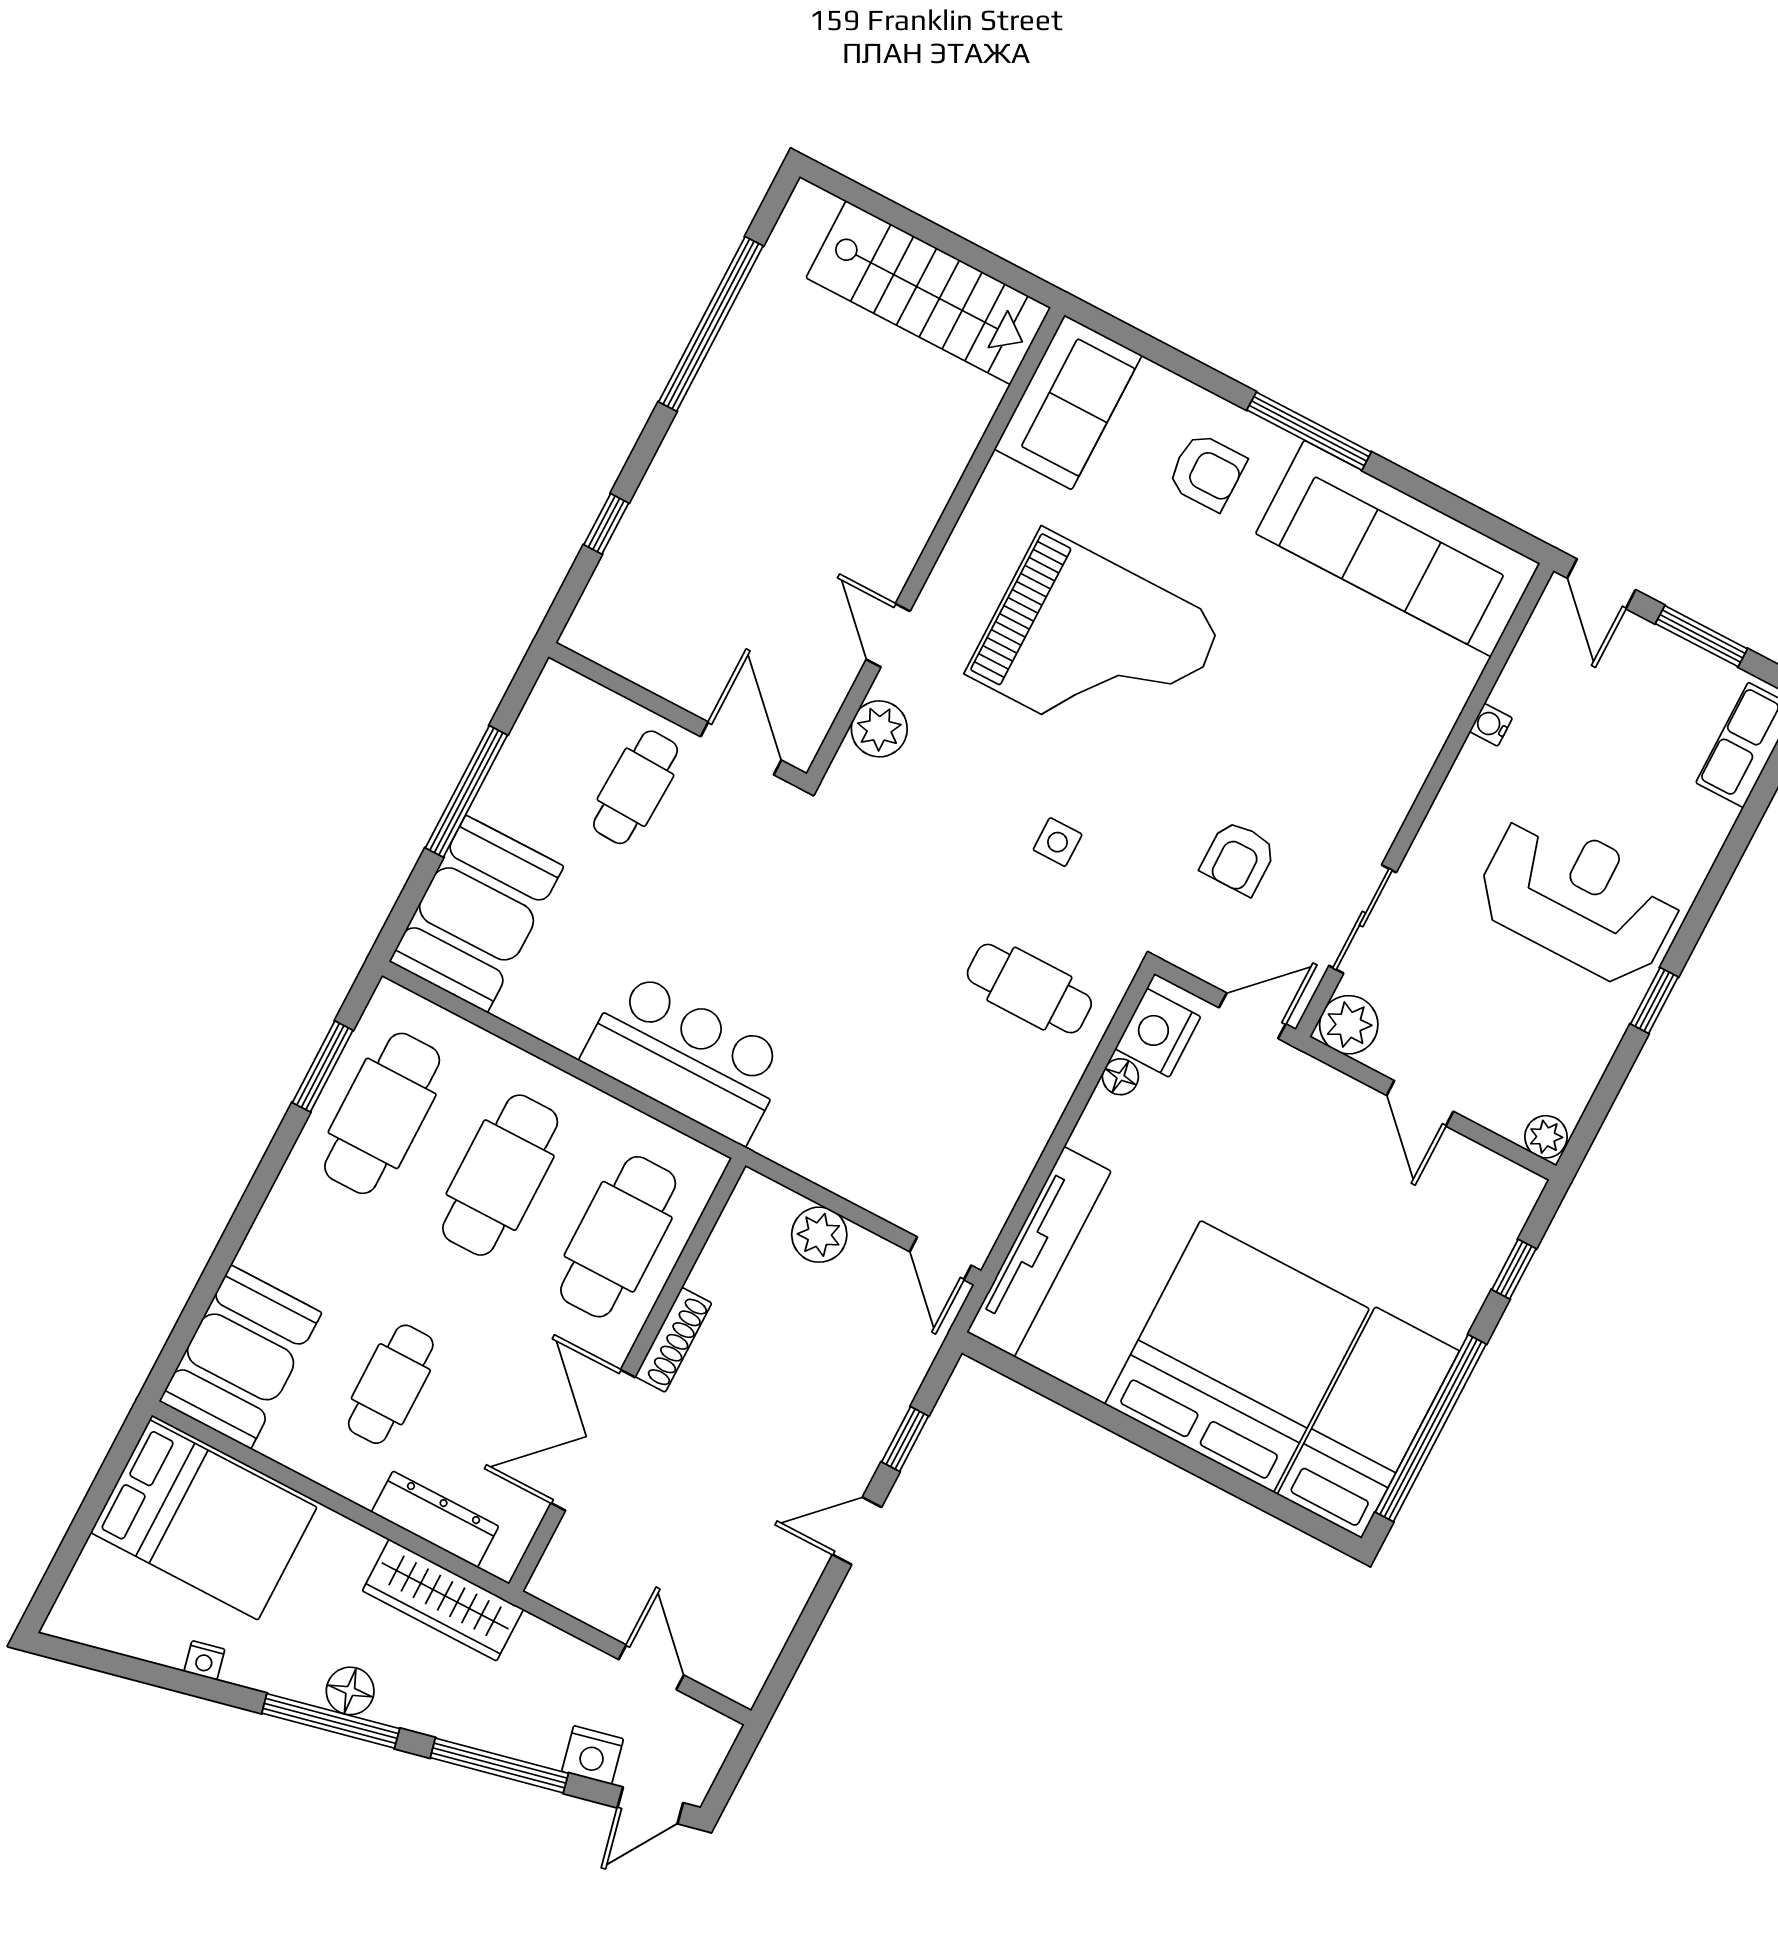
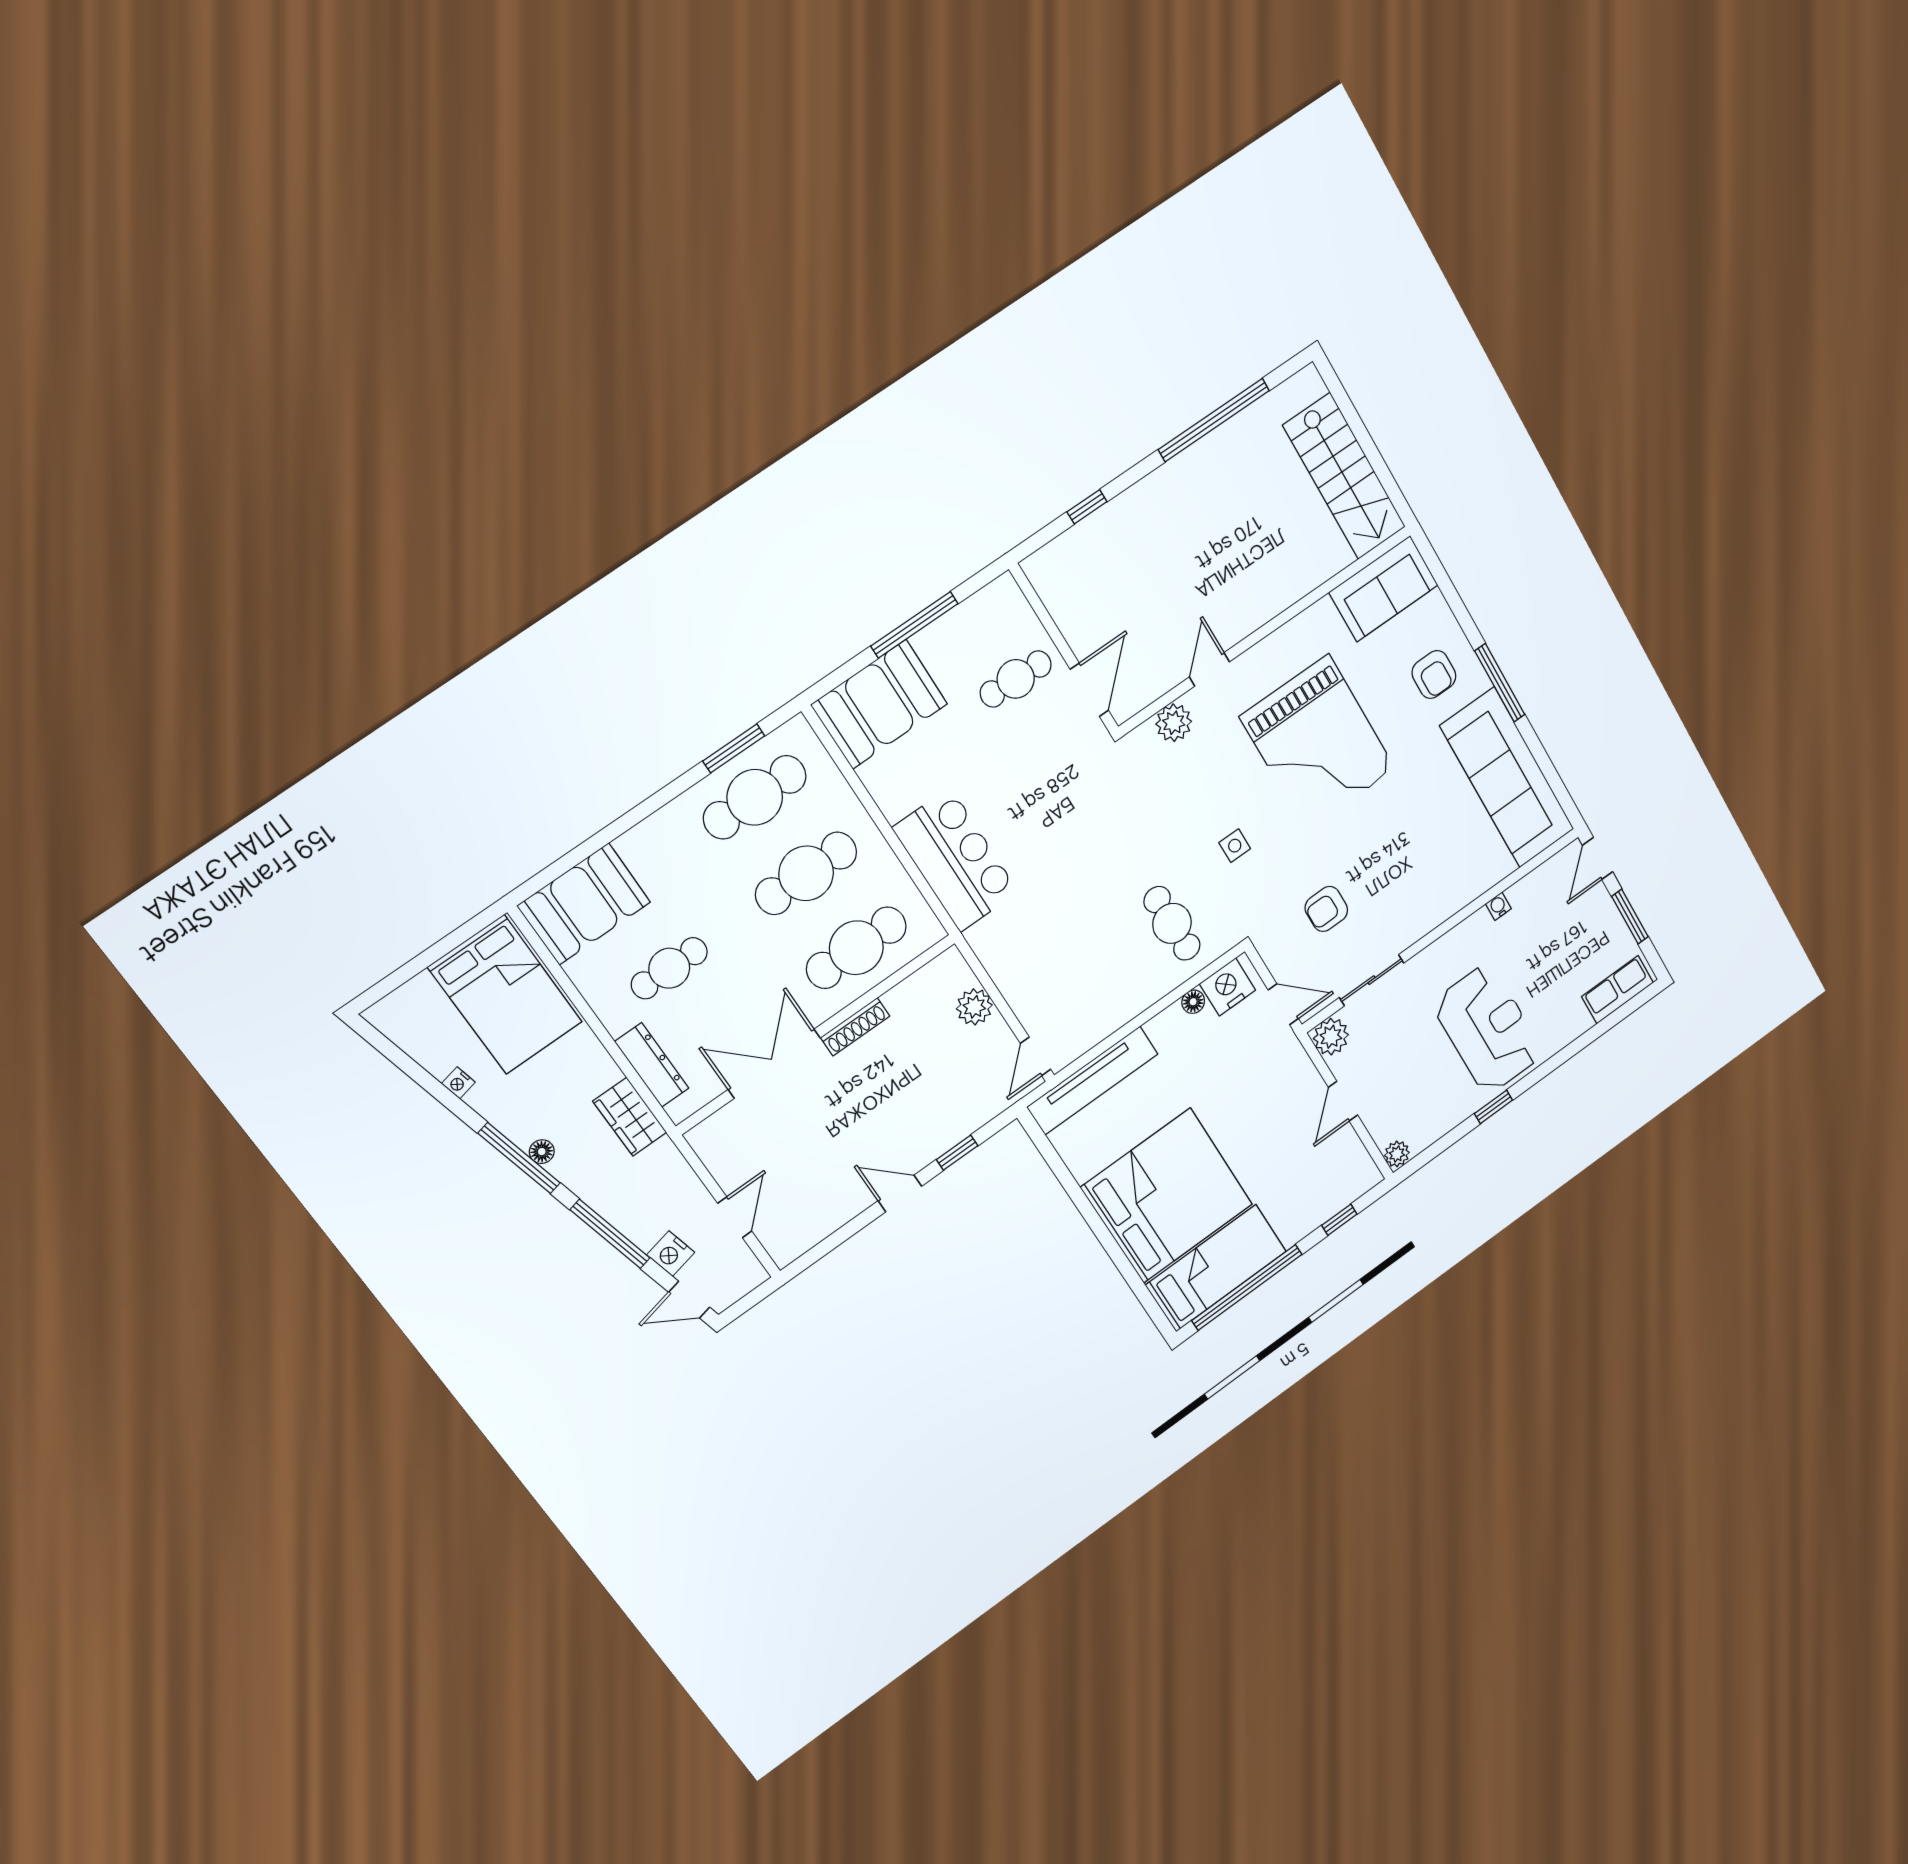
wardrobe: (443, 1600) -> (630, 1117), width x0.67
floor lamp: (350, 1691) -> (542, 1152), width x0.73, depth x0.73

